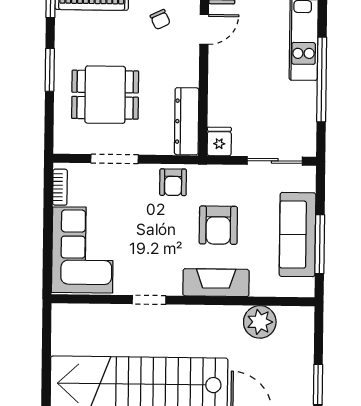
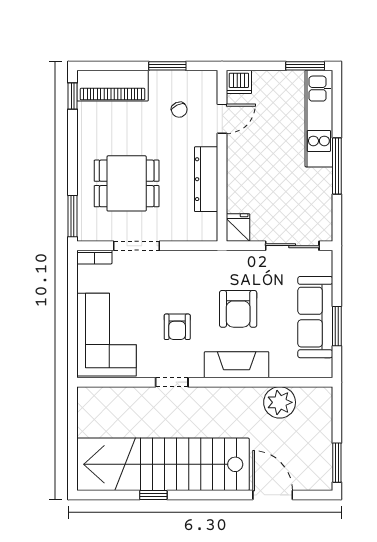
window: (50, 70) -> (73, 216), moved
window: (322, 79) -> (337, 166), width x0.68
dresser: (187, 121) -> (206, 179), moved
armchair: (173, 182) -> (177, 327), moved
bookcase: (60, 187) -> (94, 257), moved, turned 90
window: (320, 244) -> (337, 326), width x0.69

